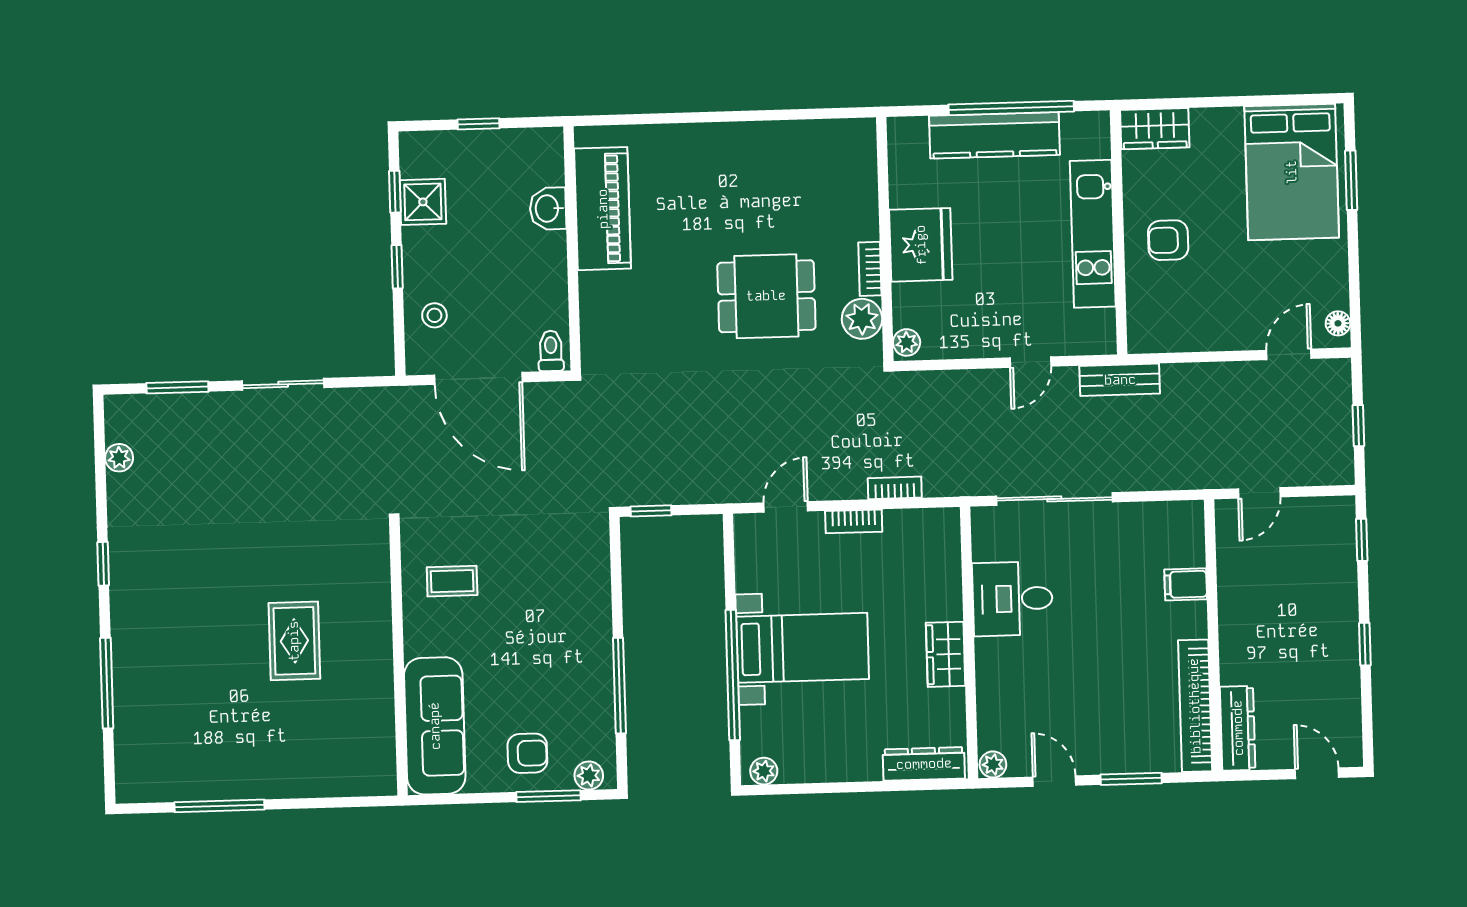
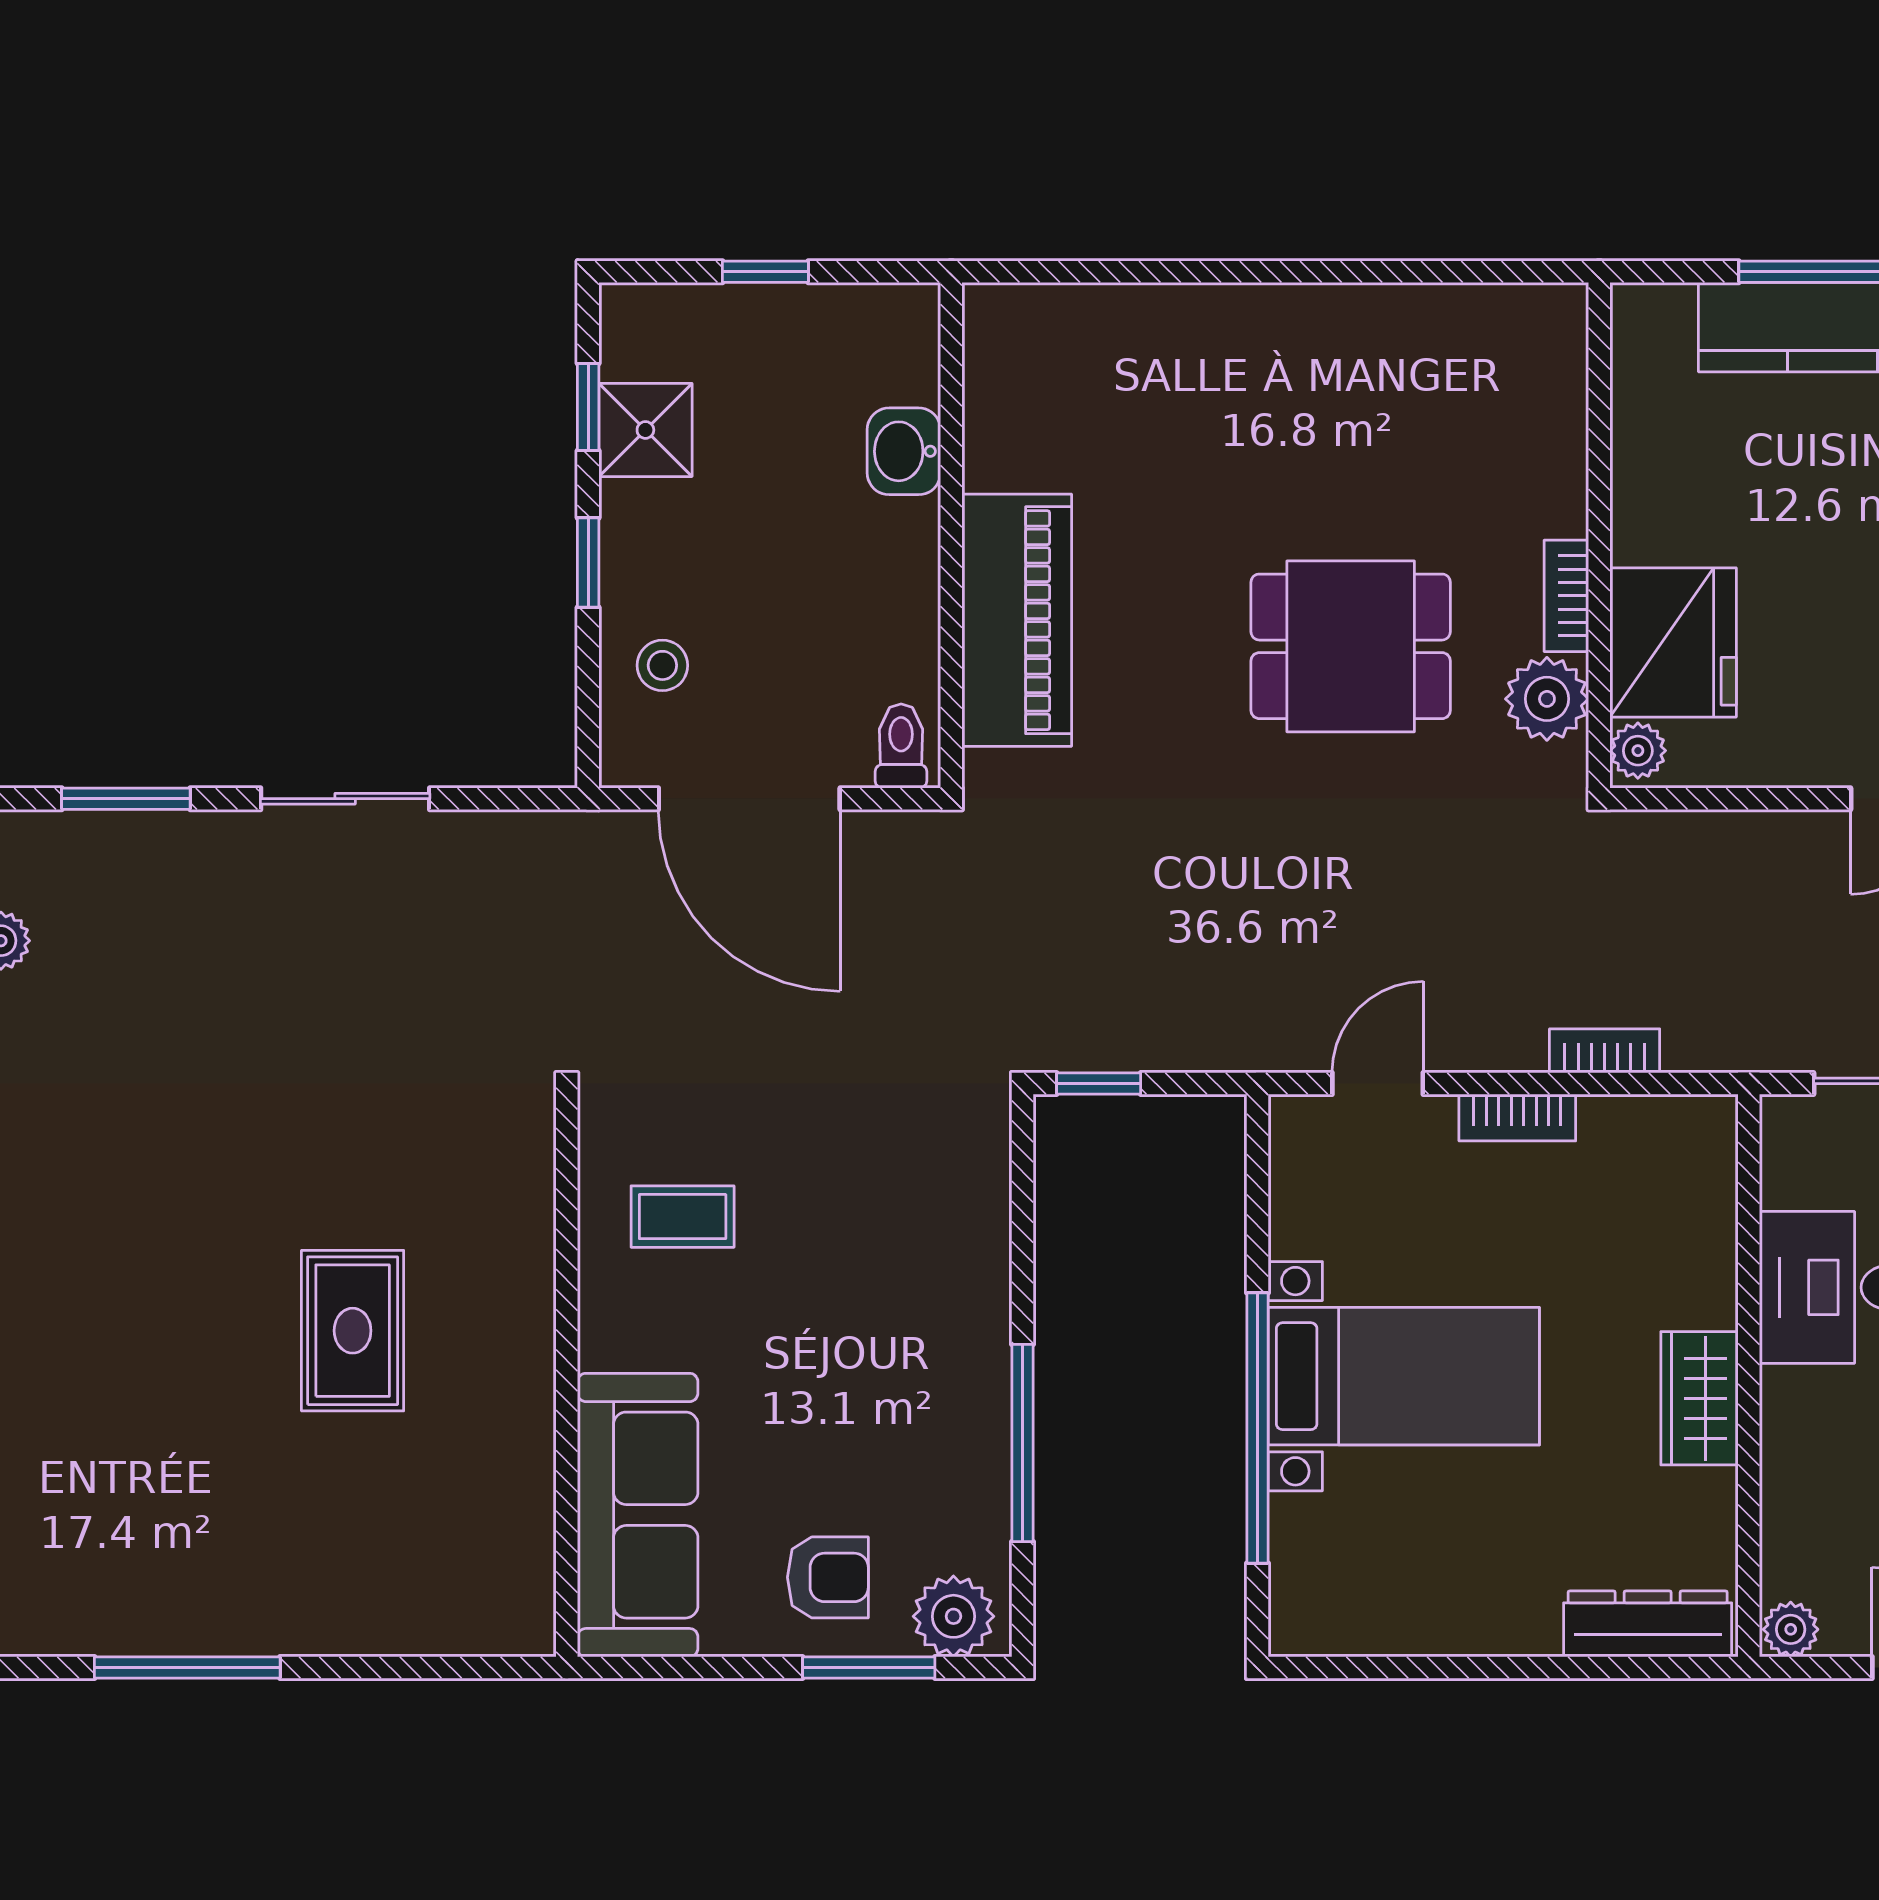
piano: (603, 209) -> (1017, 620), moved
fridge: (921, 245) -> (1673, 642), moved
plant: (764, 771) -> (1316, 1629), removed
plant: (589, 776) -> (953, 1616), width x1.38, depth x1.38

